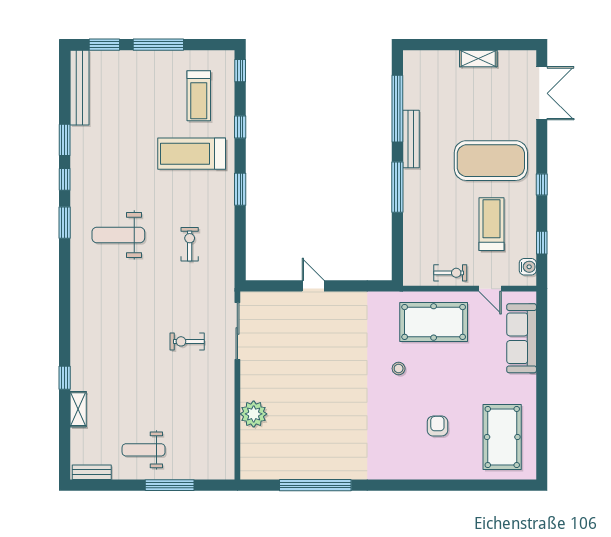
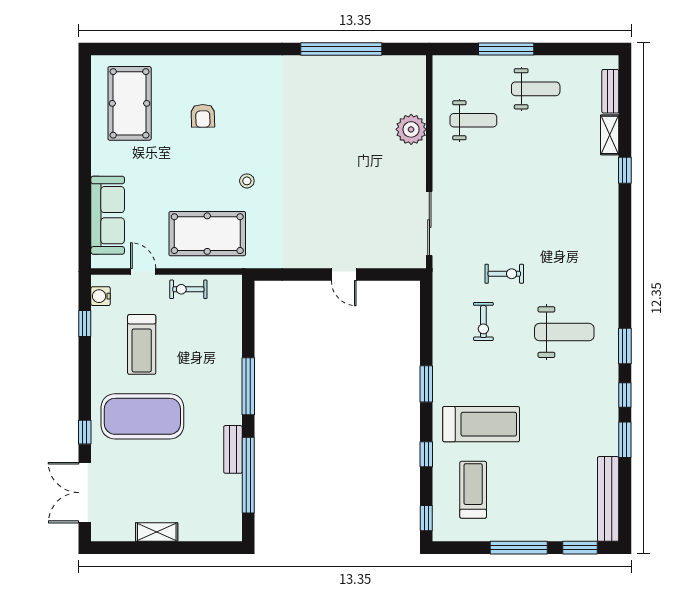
bench: (411, 139) -> (233, 449), width x0.73
window: (542, 184) -> (85, 432), moved
exercise bike: (187, 341) -> (504, 274), moved
weight bench: (199, 422) -> (473, 120), added
bench: (92, 472) -> (610, 91), moved, turned 90

